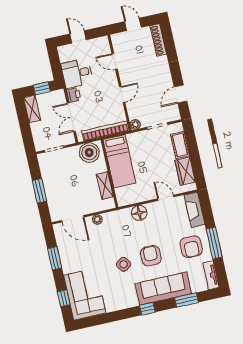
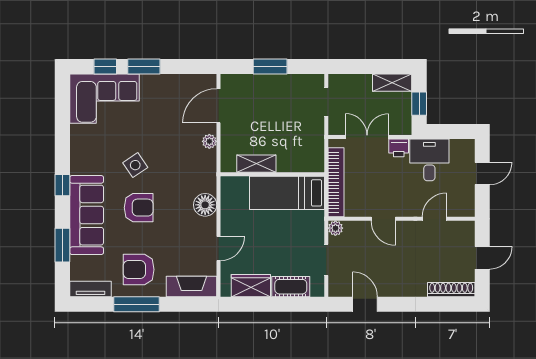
boiler: (89, 153) -> (310, 152), removed
window: (55, 258) -> (144, 66), moved

